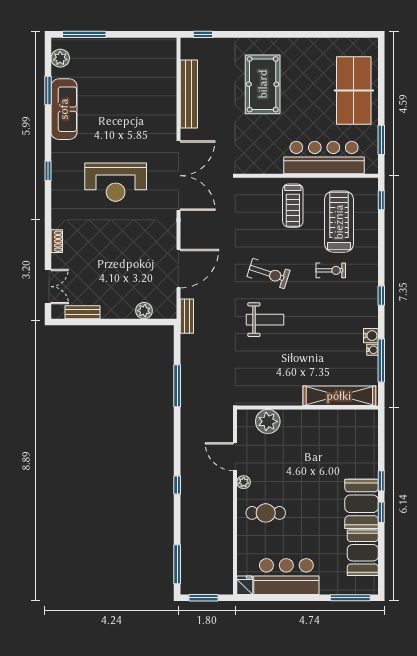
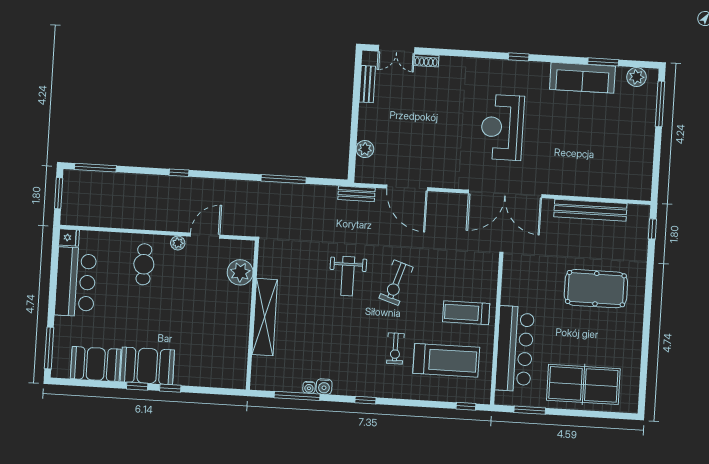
shoe rack: (57, 241) -> (426, 60), moved
shelving: (339, 396) -> (265, 317), moved

